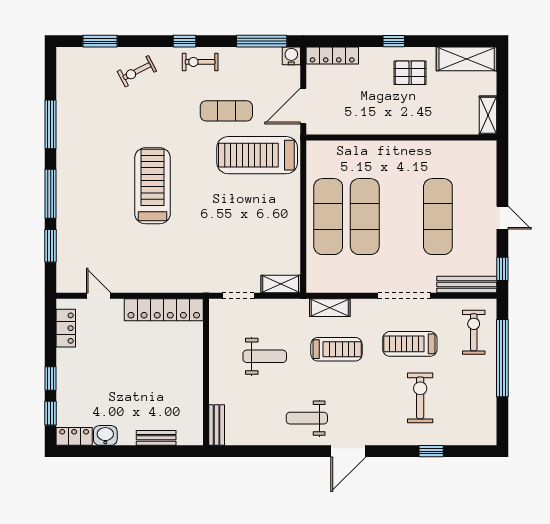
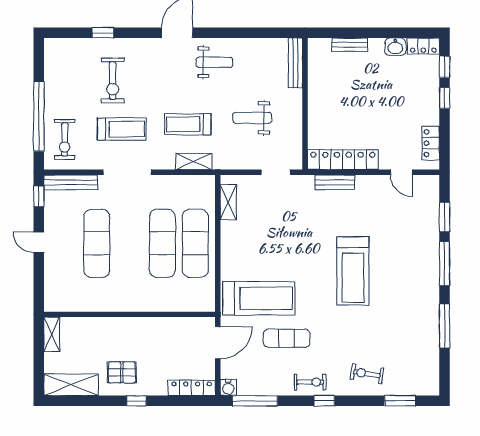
exercise bike: (137, 71) -> (367, 374), turned -144
bench: (173, 284) -> (335, 182), added
shelving: (281, 284) -> (228, 202), moved, turned 90
bench: (217, 425) -> (295, 63), width x1.36

